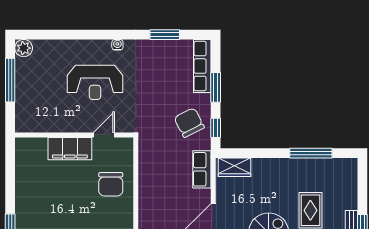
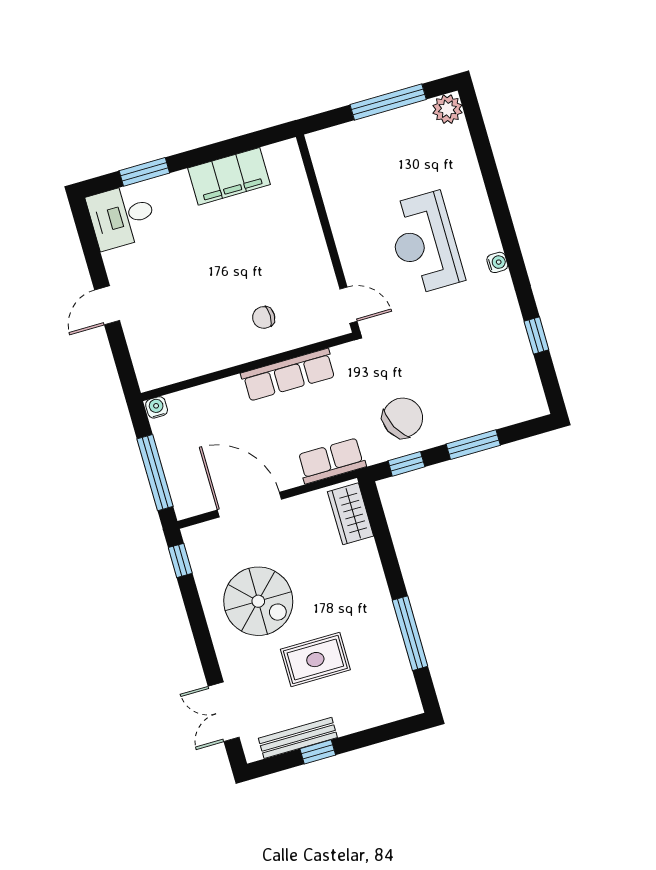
window: (165, 35) -> (536, 336), width x0.67
row of seats: (202, 66) -> (288, 375), moved, turned 180
door: (104, 135) -> (348, 305), moved
filing cabinet: (70, 149) -> (229, 176), moved, turned -90
chair: (111, 184) -> (264, 317), width x0.54, depth x0.54

